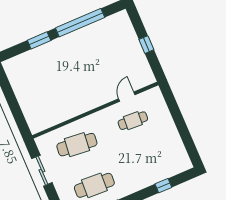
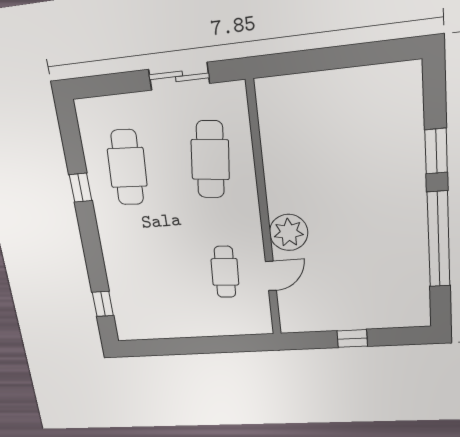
plant: (101, 95) -> (289, 232), added
door: (127, 97) -> (271, 276), hinge flipped
window: (163, 186) -> (103, 304), moved

